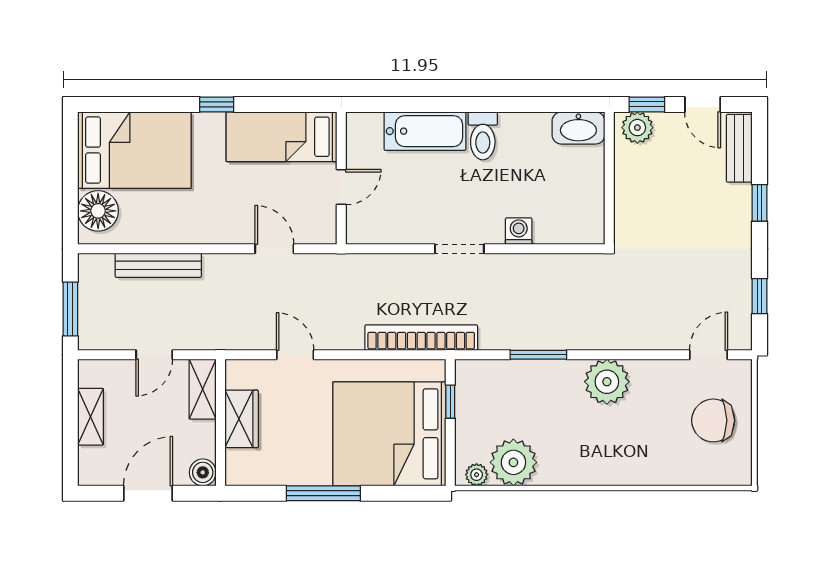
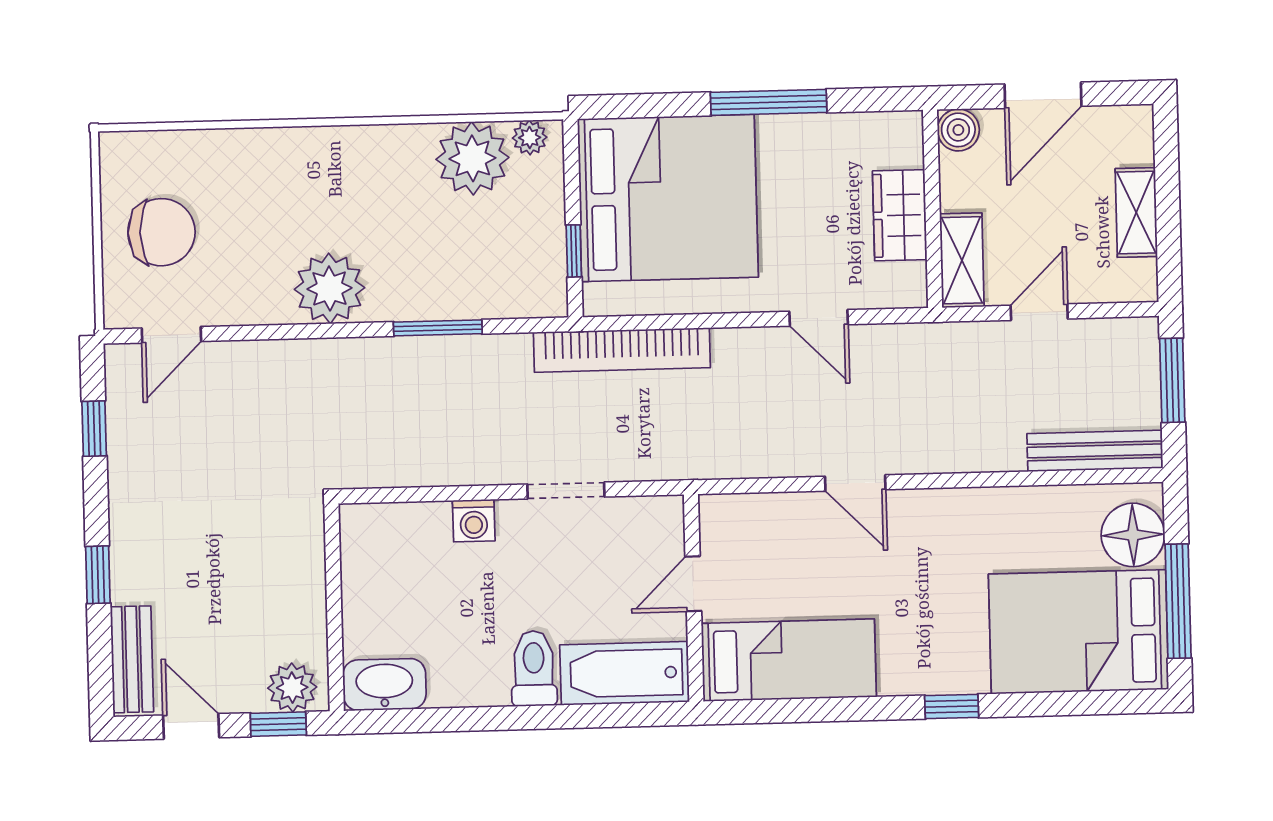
bed: (282, 137) -> (789, 660), moved
window: (70, 168) -> (1178, 601), added
wall: (341, 178) -> (694, 598), moved
door: (341, 187) -> (693, 584), moved
bench: (158, 265) -> (1095, 451), moved

